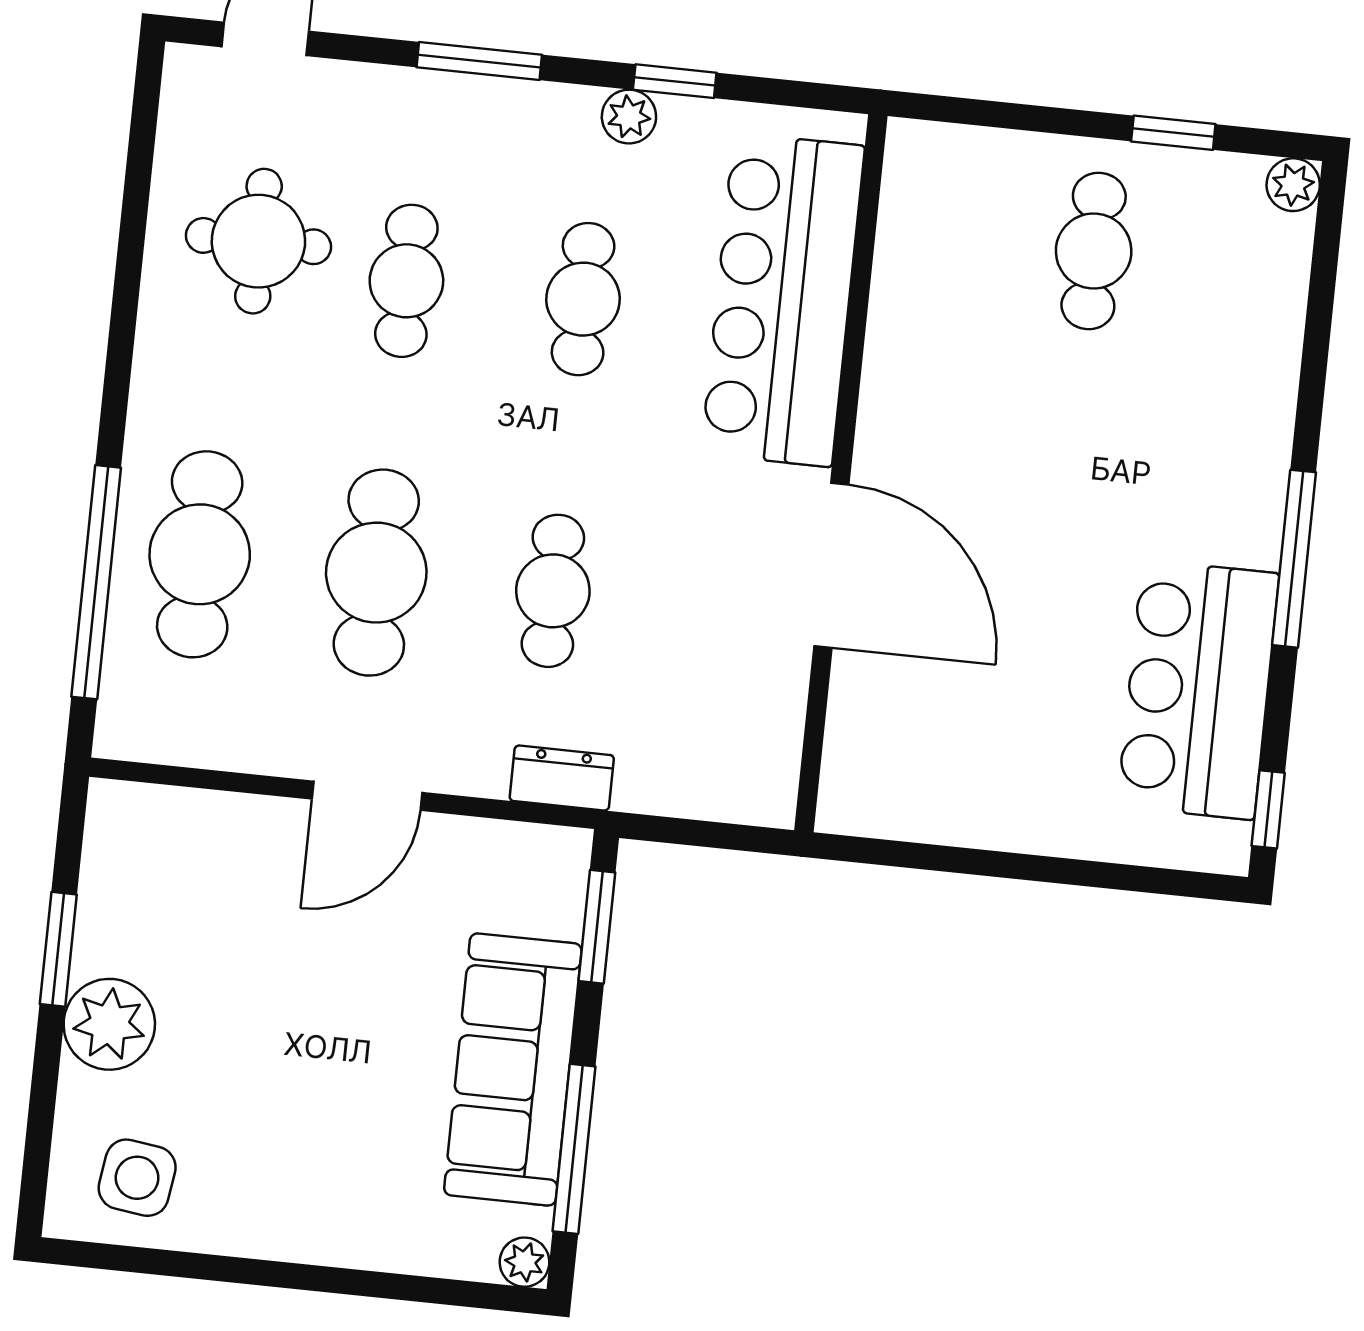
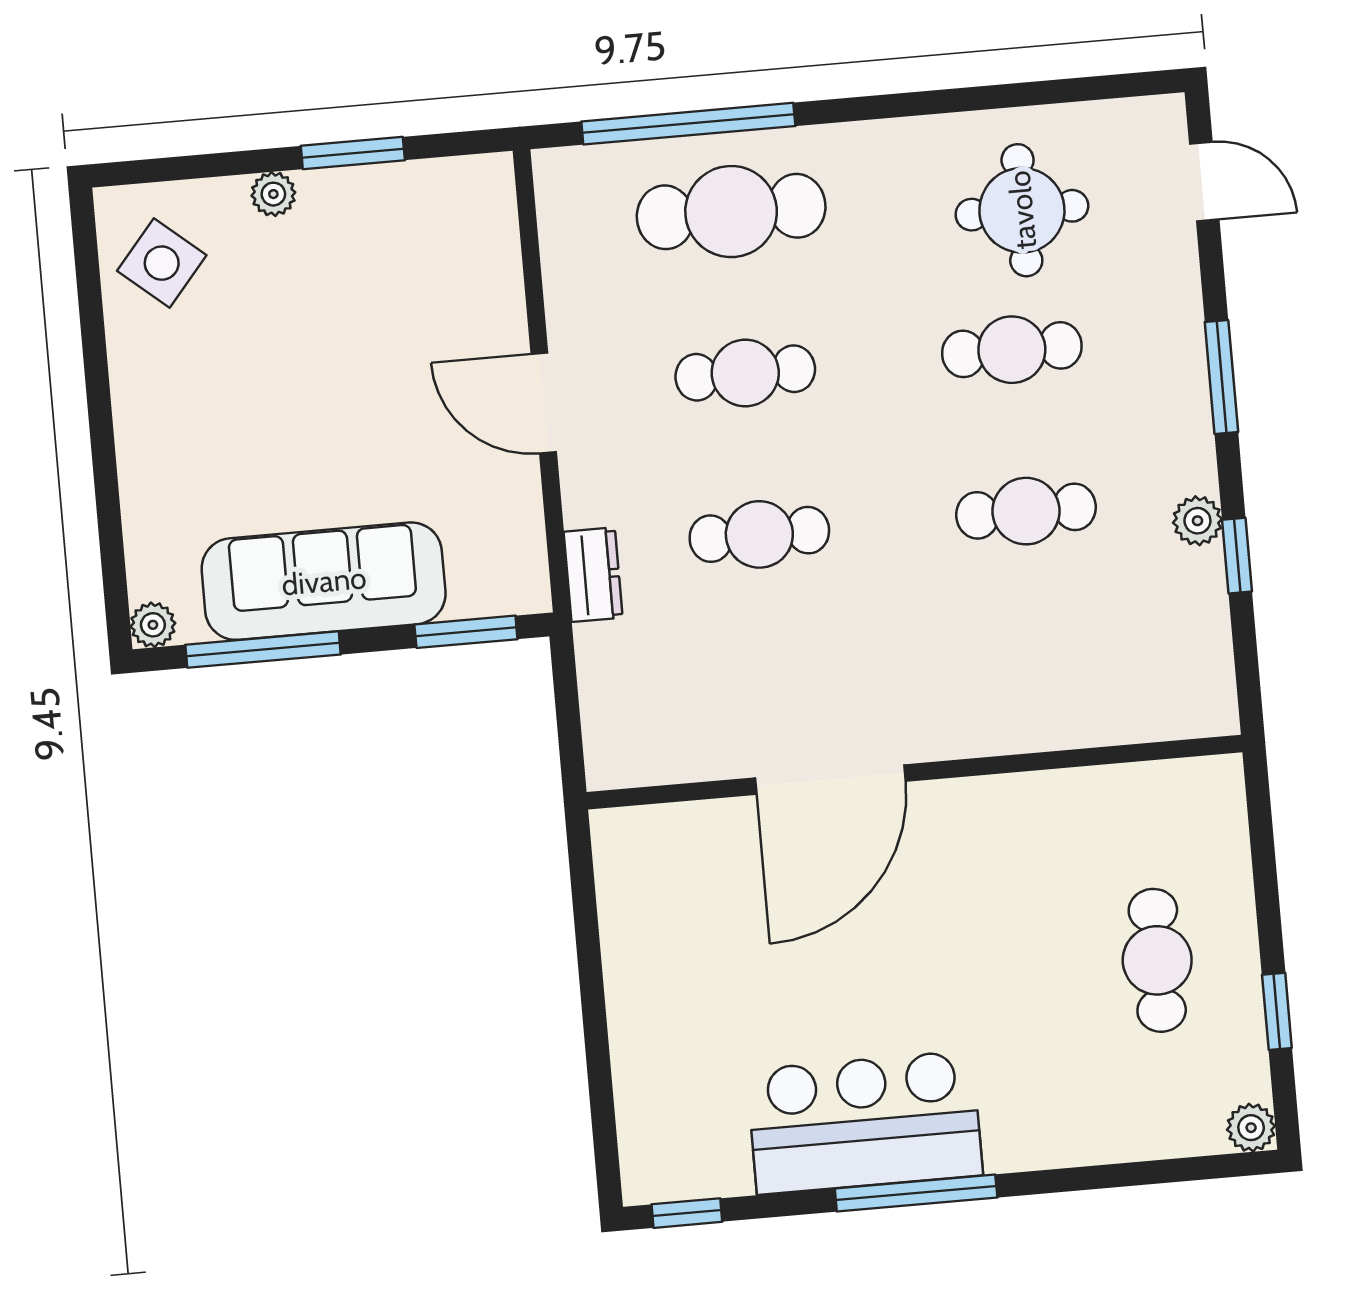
cafe table: (1094, 251) -> (1157, 960), turned 90
bar counter: (783, 300) -> (1060, 690), removed
cafe table: (376, 573) -> (745, 373), width x0.73, depth x0.74
bar counter: (1198, 690) -> (865, 1123), moved
plant: (109, 1024) -> (273, 194), width x0.53, depth x0.53
side table: (137, 1178) -> (162, 263), turned 32

